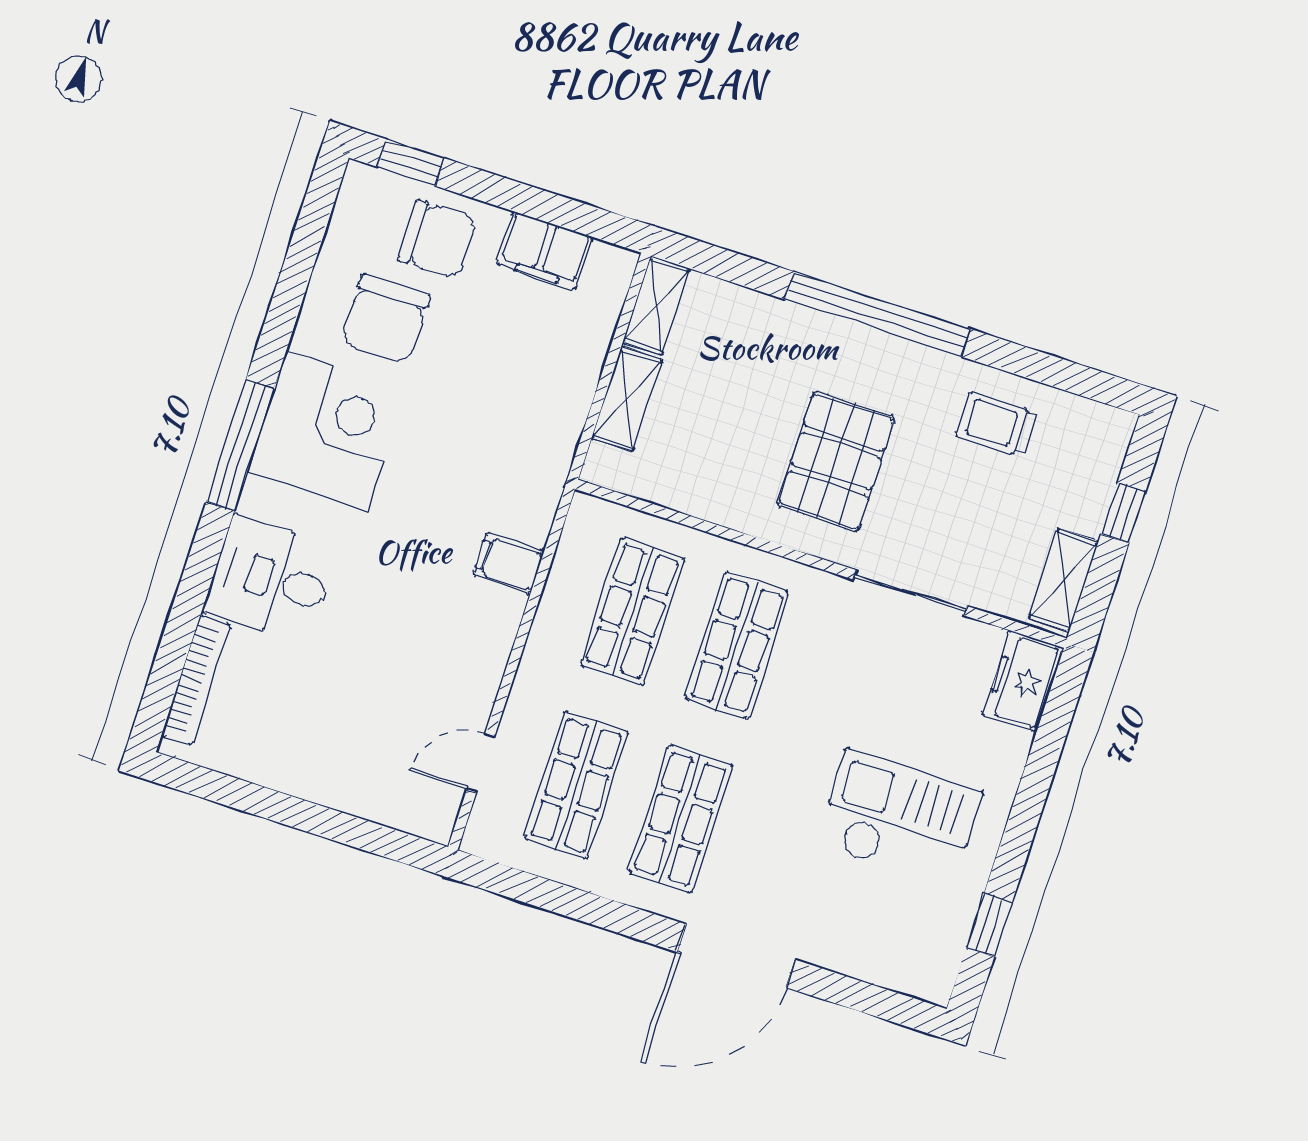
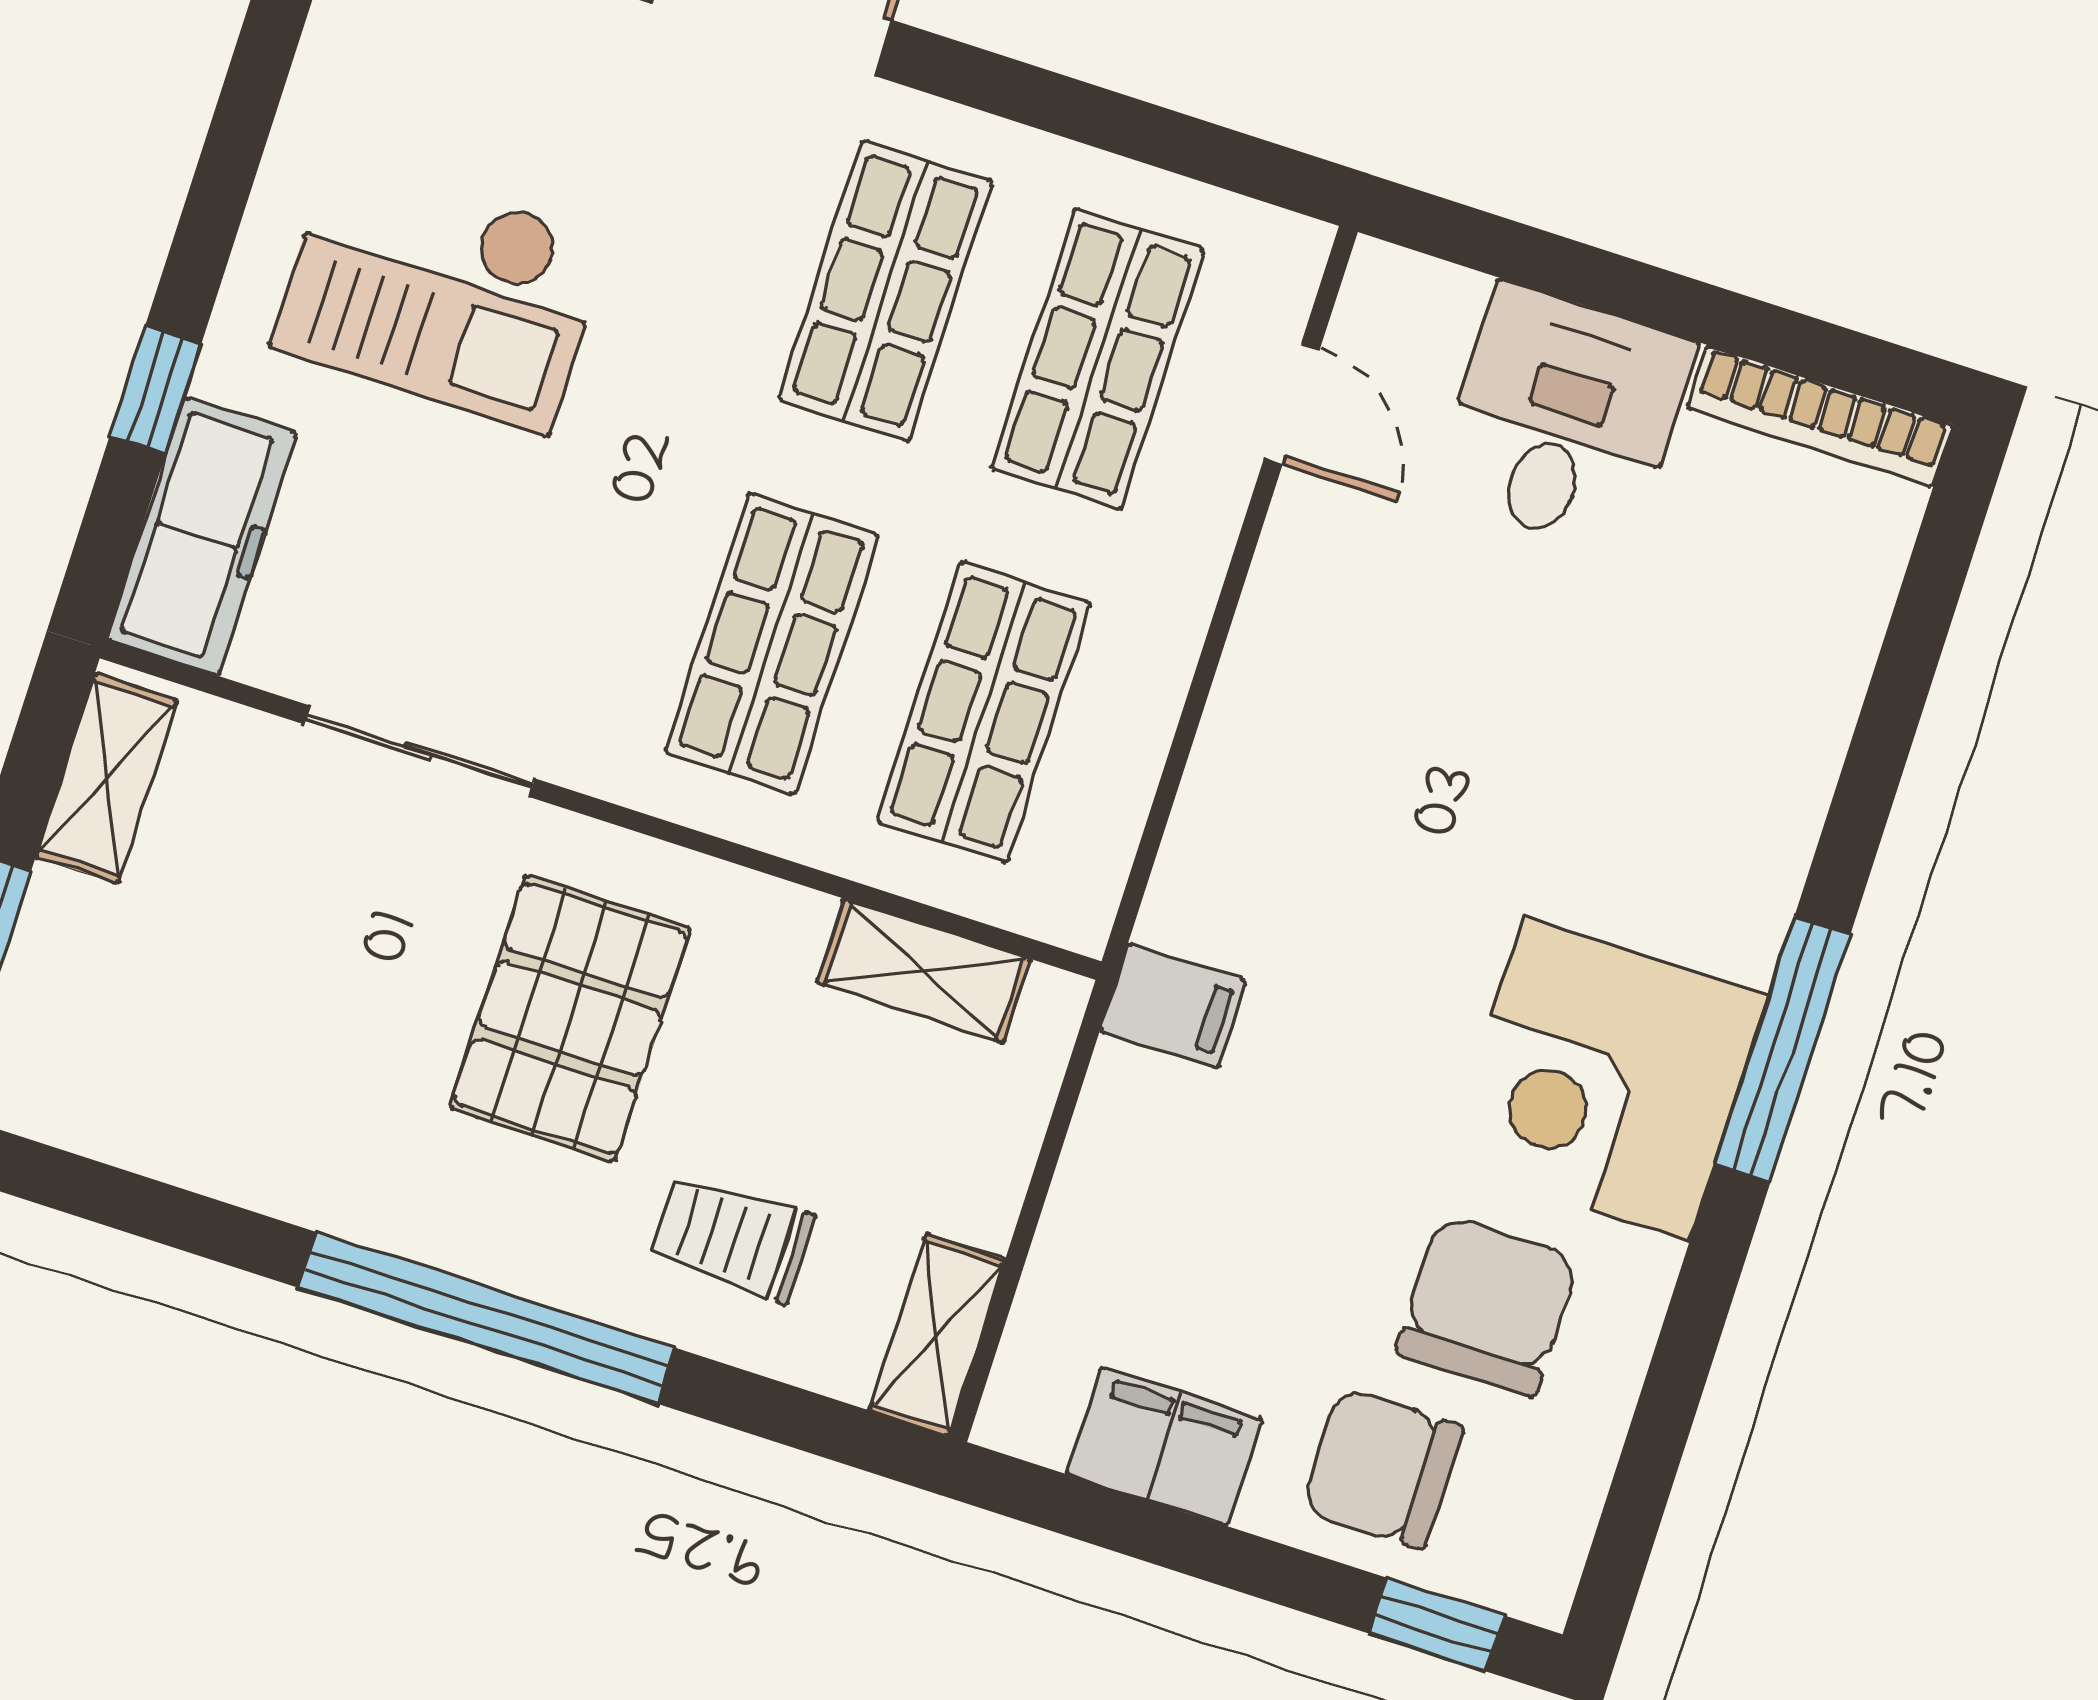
shelving: (627, 399) -> (924, 971), moved, turned 90
trolley: (996, 425) -> (733, 1238), moved, turned 180
filing cabinet: (509, 563) -> (1173, 1006), moved
desk: (271, 579) -> (1564, 419), moved, turned -90
bookcase: (196, 681) -> (1820, 416), moved, turned -90
freezer: (1023, 682) -> (201, 536), width x1.40
door: (481, 763) -> (1292, 404), hinge flipped
window: (989, 925) -> (155, 390), moved

